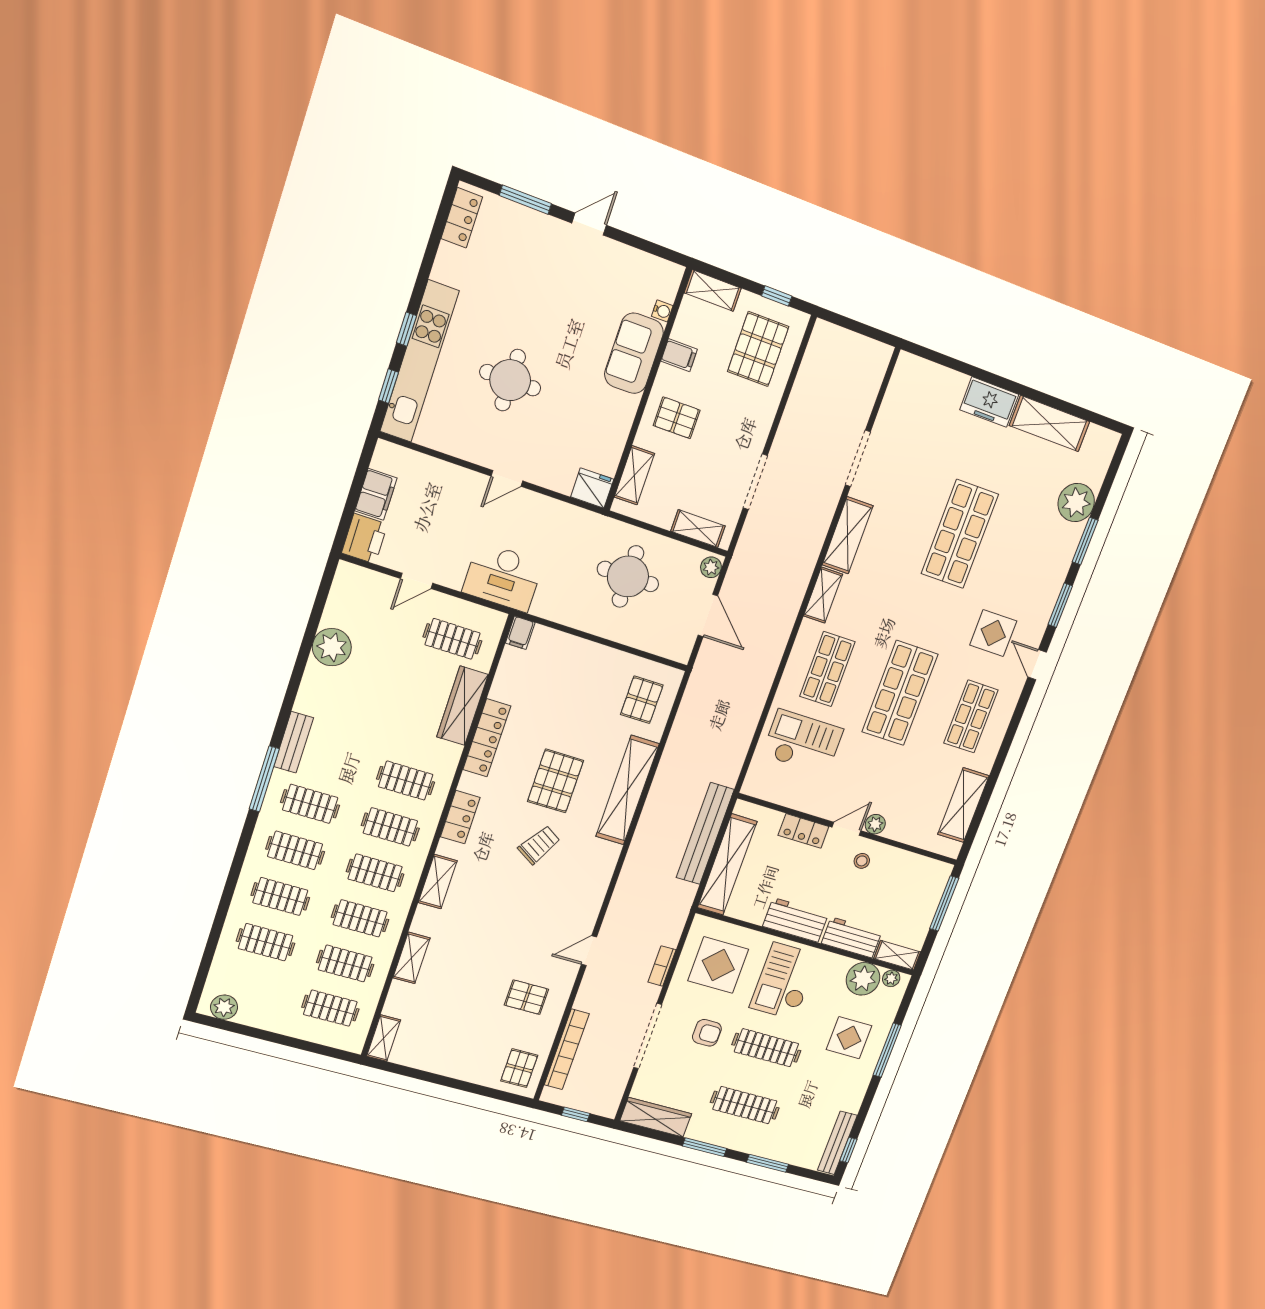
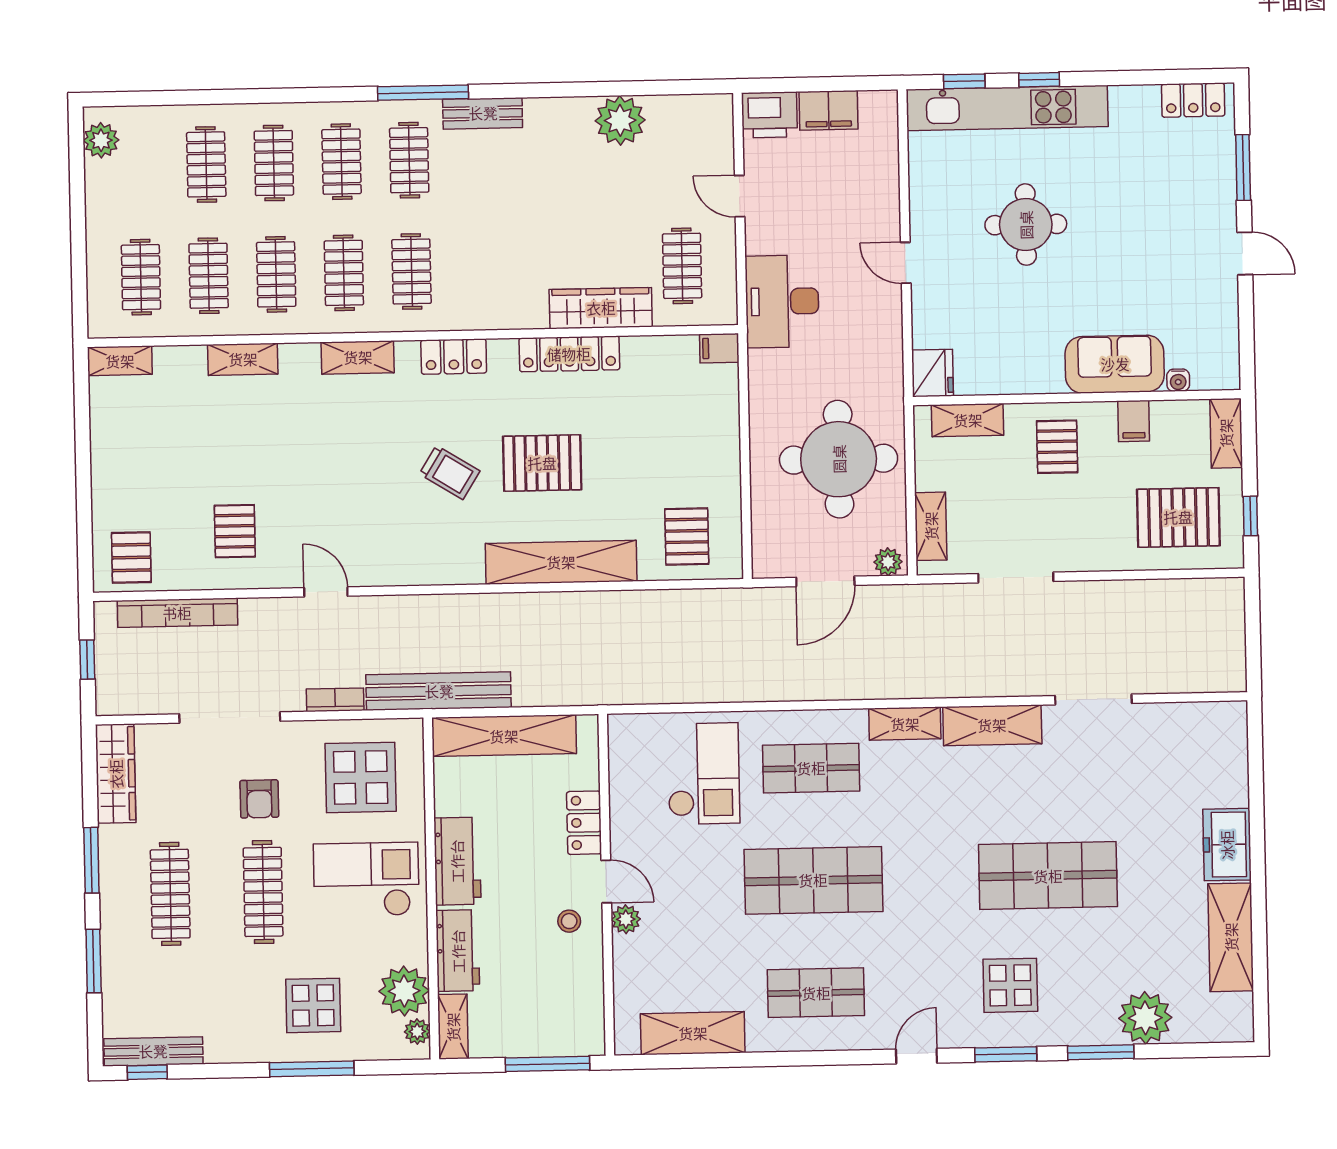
round table: (628, 576) -> (839, 459), width x1.36, depth x1.36
display table: (993, 633) -> (1010, 985), moved
pallet: (642, 700) -> (687, 536), turned 90
clothes rail: (406, 781) -> (479, 270), removed
bench: (705, 834) -> (439, 691), moved
pallet: (519, 1068) -> (131, 557), turned 90

